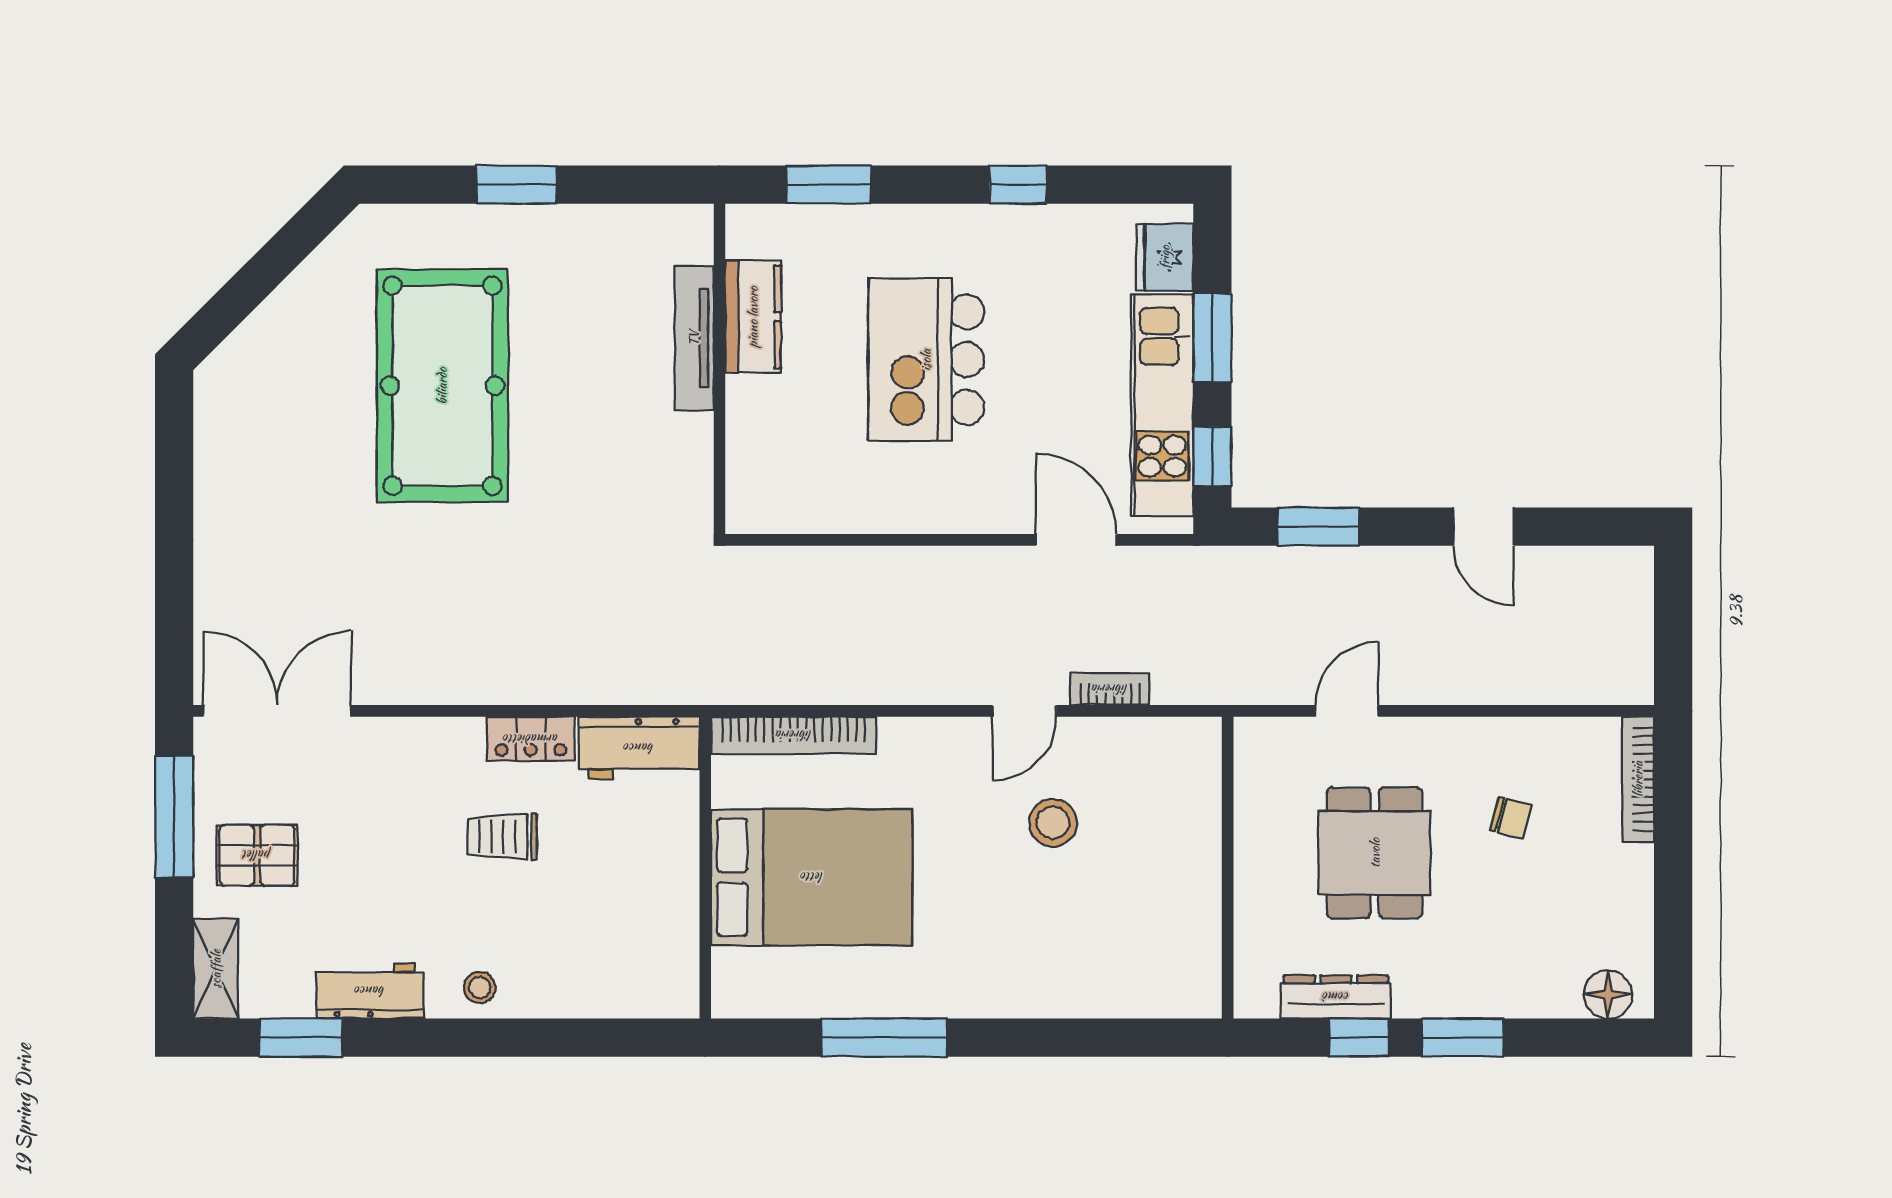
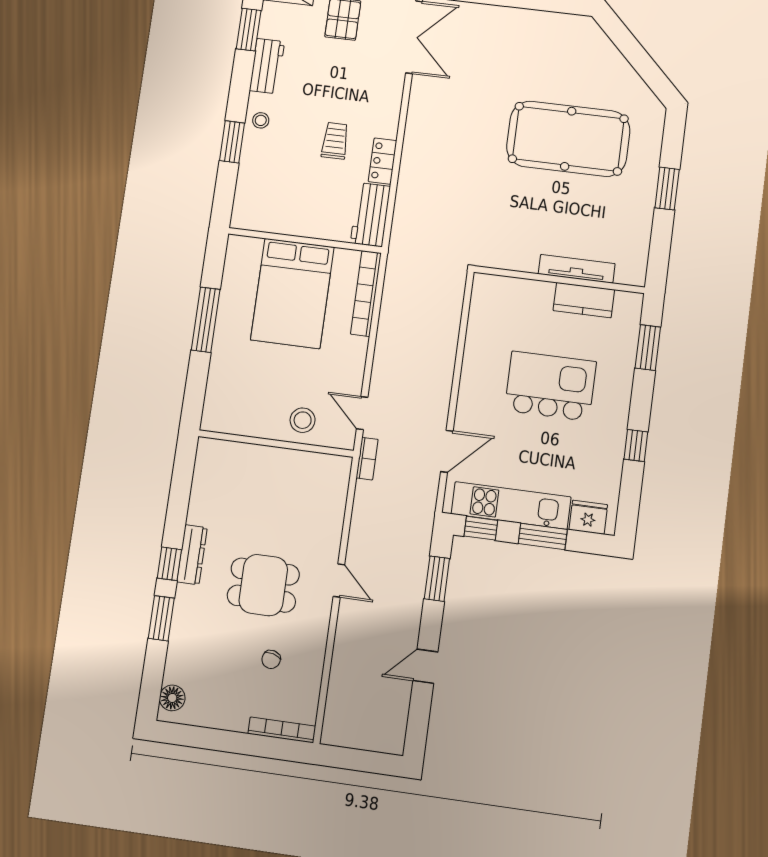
wall: (1228, 868) -> (276, 443), moved
window: (529, 1038) -> (232, 142), added

